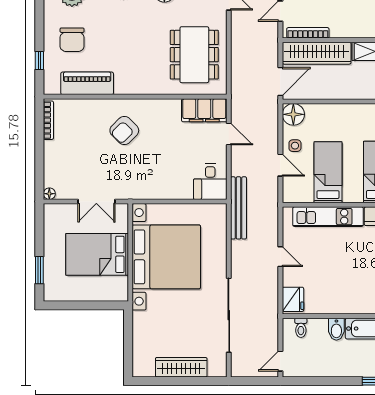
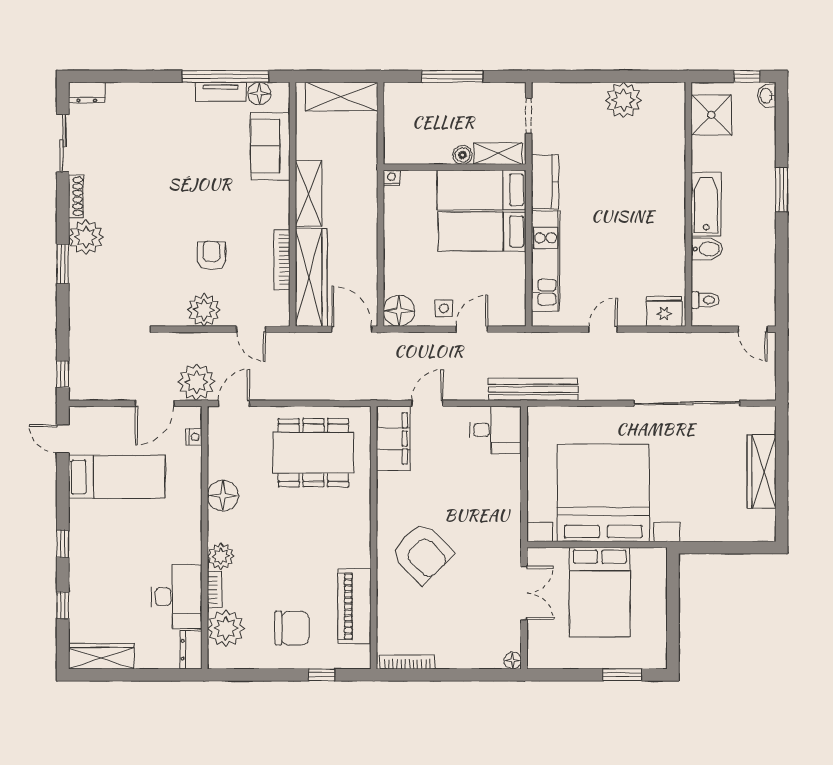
bookcase: (308, 33) -> (282, 260), moved
armchair: (124, 130) -> (422, 553), width x1.36, depth x1.36
bed: (328, 172) -> (482, 232), moved

